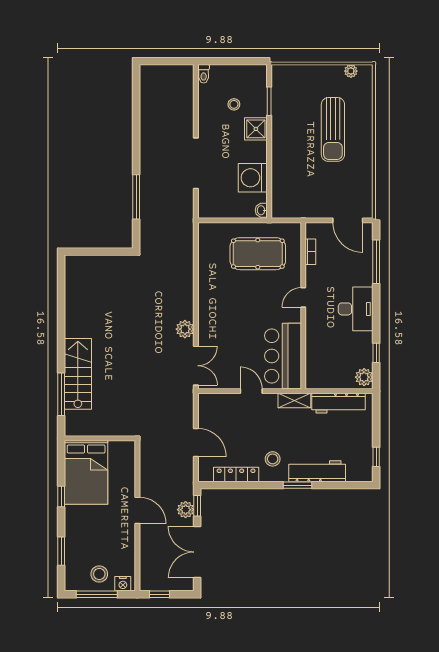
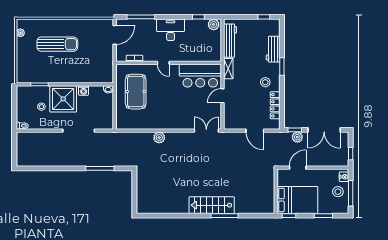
shower: (256, 129) -> (63, 99), width x1.86, depth x1.86
washing machine: (253, 178) -> (84, 90), width x0.53, depth x0.53
plant: (185, 329) -> (159, 138), moved
wall: (100, 438) -> (276, 191), moved
door: (196, 442) -> (255, 131), swing flipped
workbench: (317, 471) -> (273, 49), width x0.73
bed: (86, 472) -> (297, 200), moved

